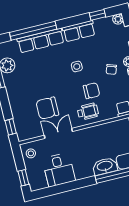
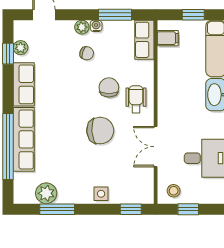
plant: (118, 19) -> (21, 48), moved
side table: (77, 66) -> (101, 194), moved
chair: (47, 108) -> (100, 131), moved, turned -94
window: (23, 178) -> (188, 209), moved

